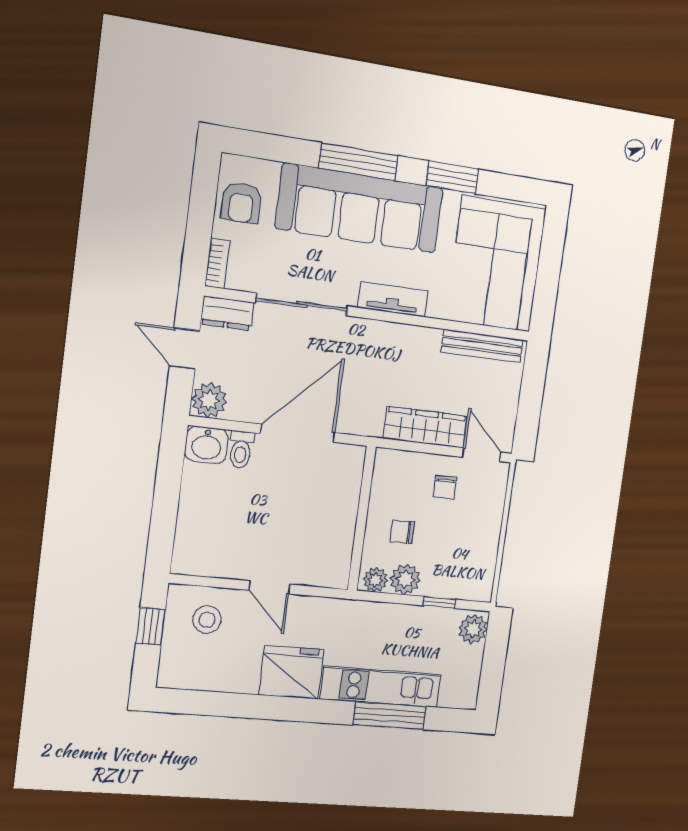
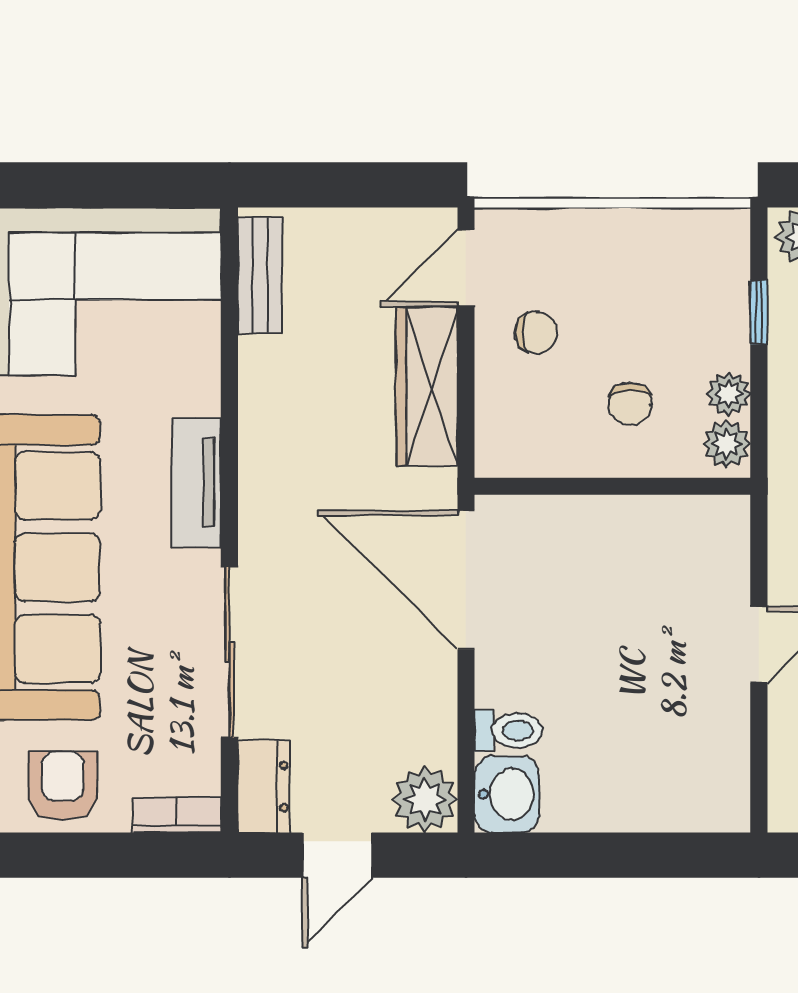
armchair: (241, 203) -> (63, 786), turned -90
bench: (482, 346) -> (260, 275), width x0.73
door: (298, 433) -> (466, 580), moved
plant: (405, 579) -> (729, 394), width x0.73, depth x0.73

